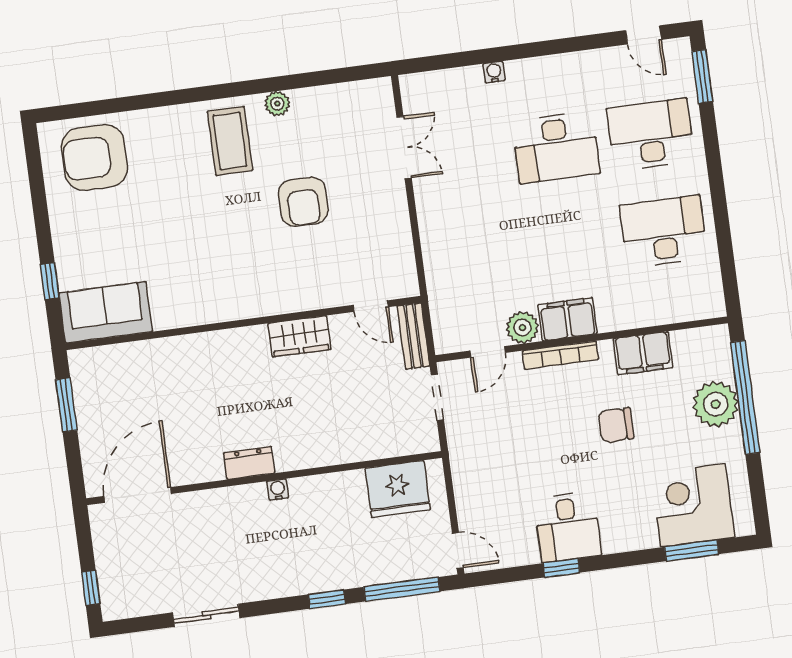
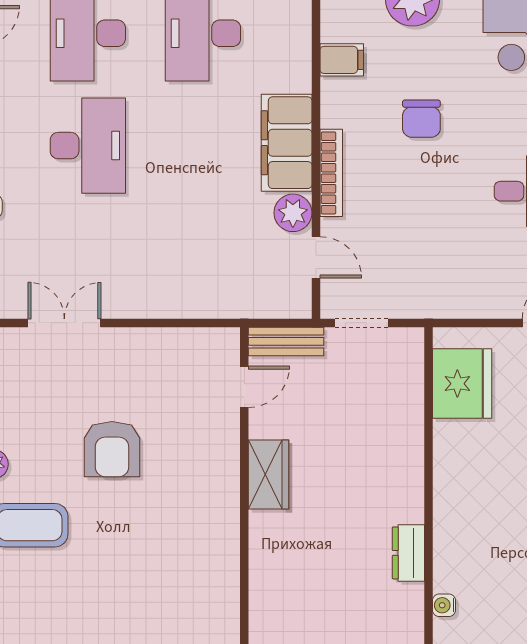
armchair: (303, 202) -> (112, 449), turned 90
filing cabinet: (568, 319) -> (287, 143), width x1.50, depth x1.17
filing cabinet: (643, 353) -> (342, 60), width x0.50
water cooler: (278, 490) -> (444, 605), moved

